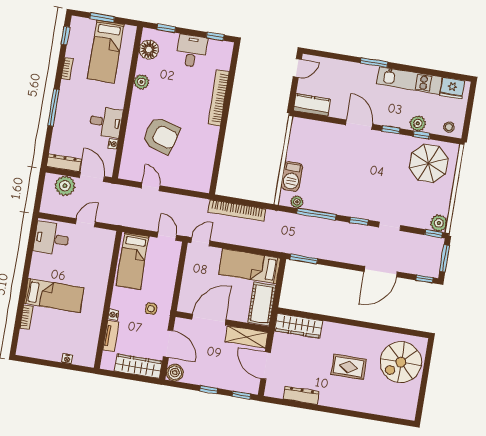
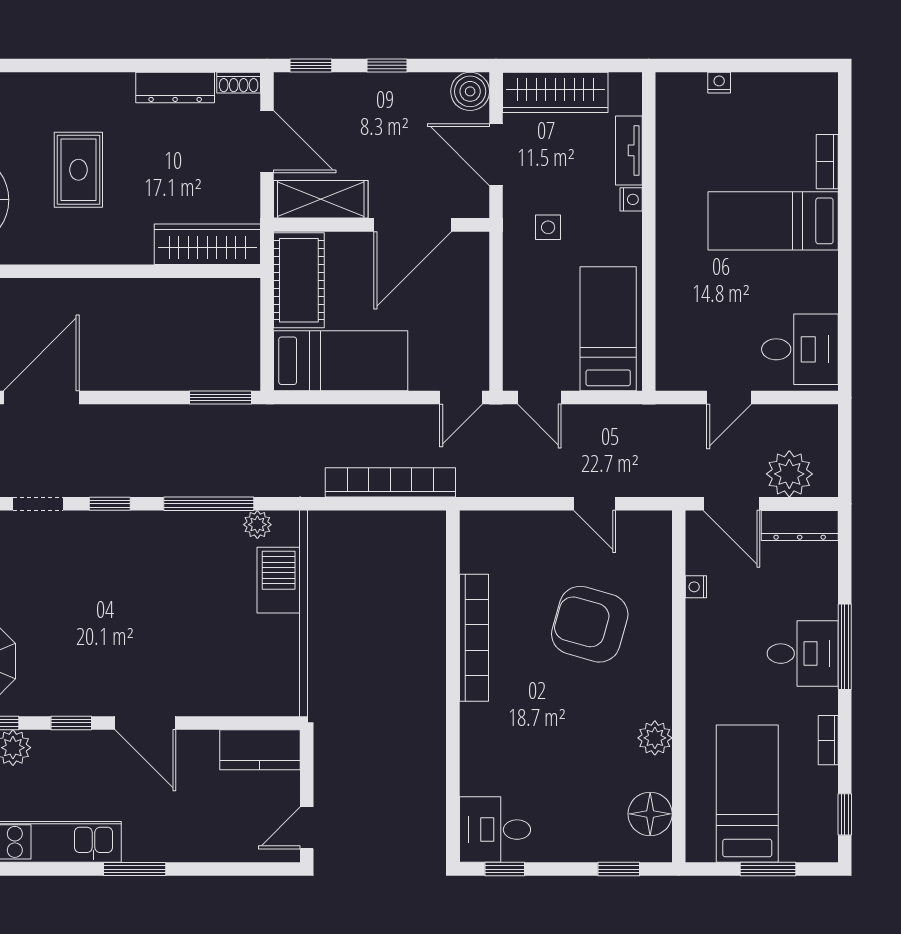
desk: (192, 51) -> (495, 830), moved, turned 90
bookcase: (219, 98) -> (474, 638), moved
desk: (106, 122) -> (803, 654), moved, turned 180
rug: (349, 367) -> (78, 170), turned 90
shoe rack: (274, 393) -> (239, 83), added

